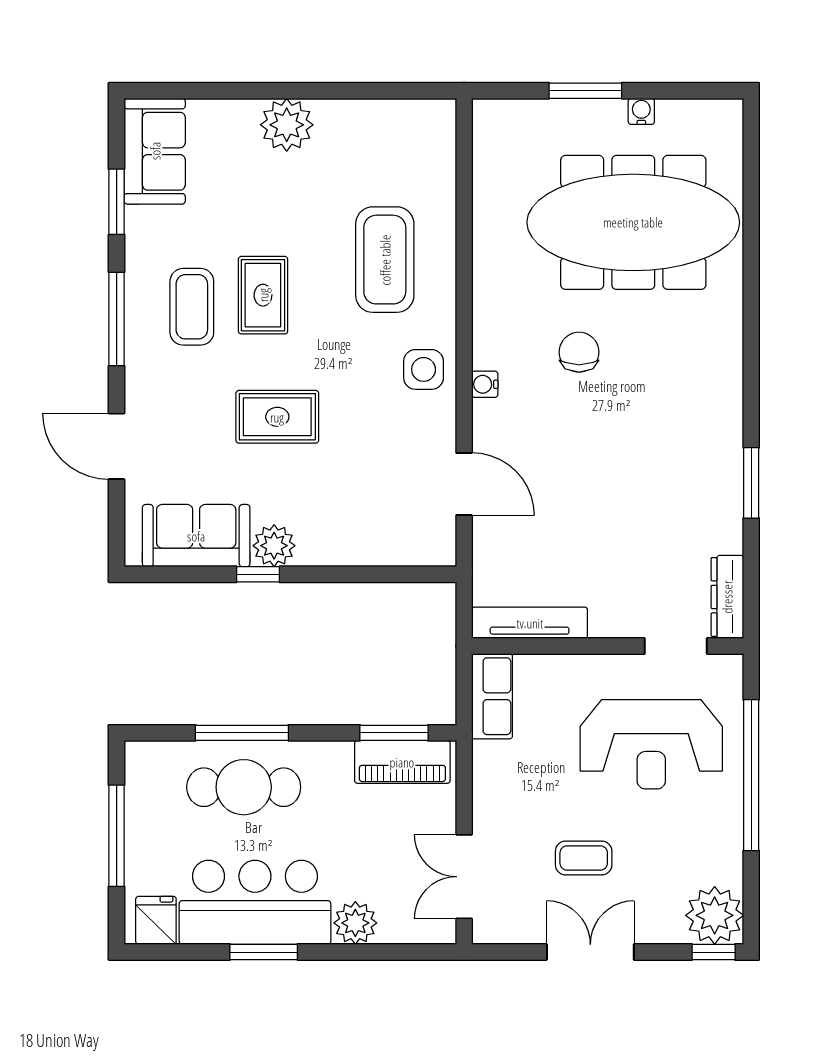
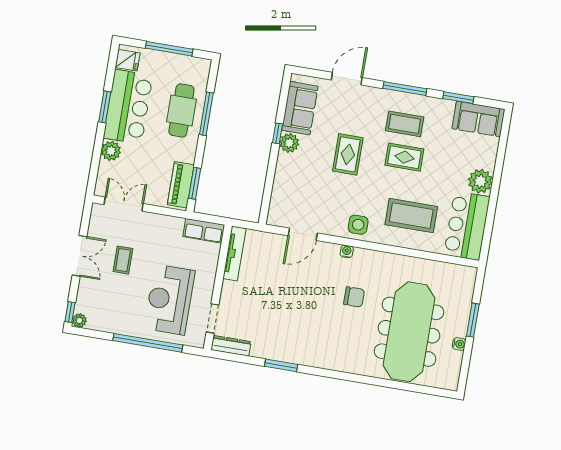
bar counter: (386, 137) -> (467, 226), added
plant: (715, 915) -> (79, 320), width x0.53, depth x0.53

